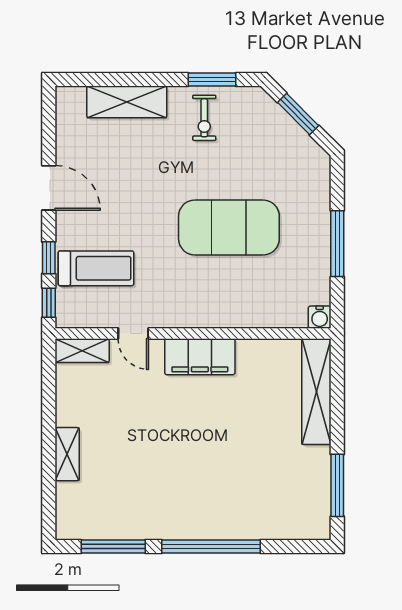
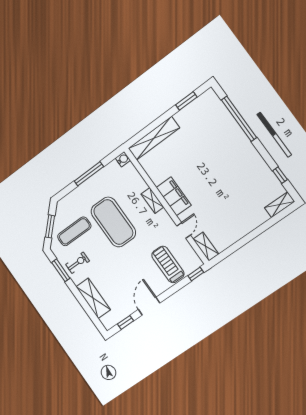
exercise mat: (260, 150) -> (74, 231), added
window: (49, 258) -> (125, 322), moved
shelving: (218, 317) -> (152, 200), added
shelving: (67, 454) -> (280, 205), moved
window: (337, 485) -> (186, 101), width x0.69
window: (113, 546) -> (280, 175), width x0.46
window: (211, 546) -> (239, 119), moved

